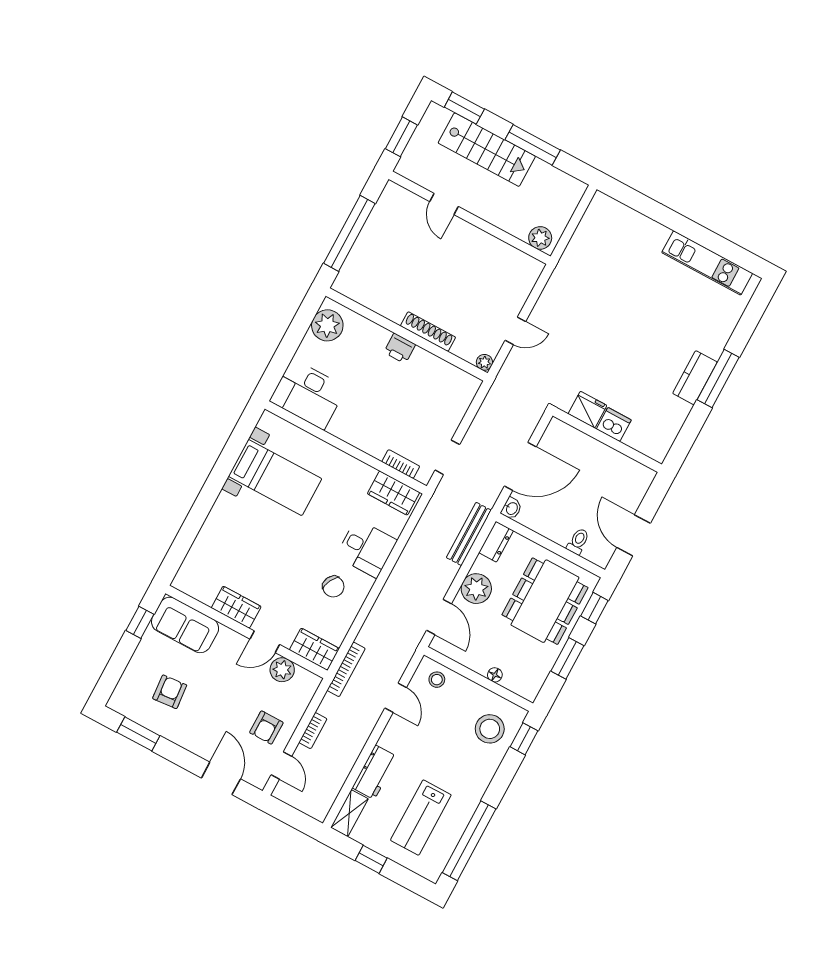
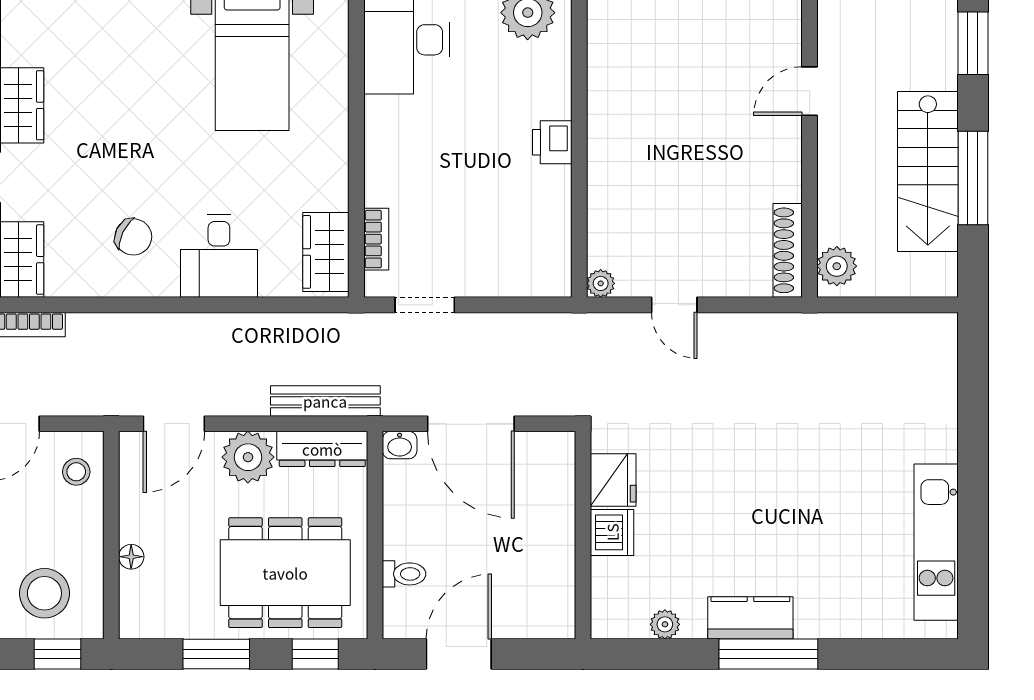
stairs: (487, 150) -> (928, 171), moved
shoe rack: (428, 332) -> (788, 250), moved, turned 180
plant: (675, 423) -> (665, 624), added
dresser: (496, 542) -> (322, 449), width x1.44
chair: (333, 587) -> (133, 237), turned -91

